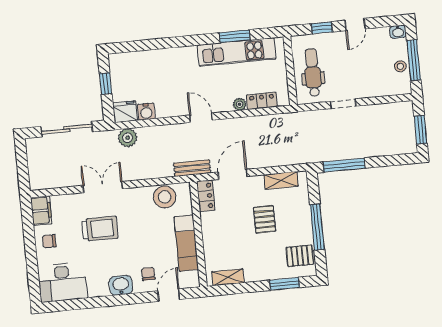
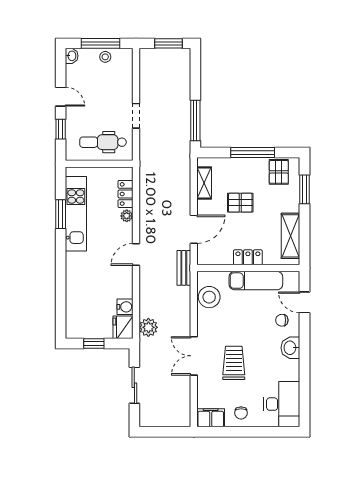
sliding door: (67, 129) -> (134, 385), width x0.73
door: (233, 174) -> (194, 229), swing flipped
locker: (206, 196) -> (248, 257), moved
shelving: (228, 277) -> (291, 236), width x1.50, depth x1.33

